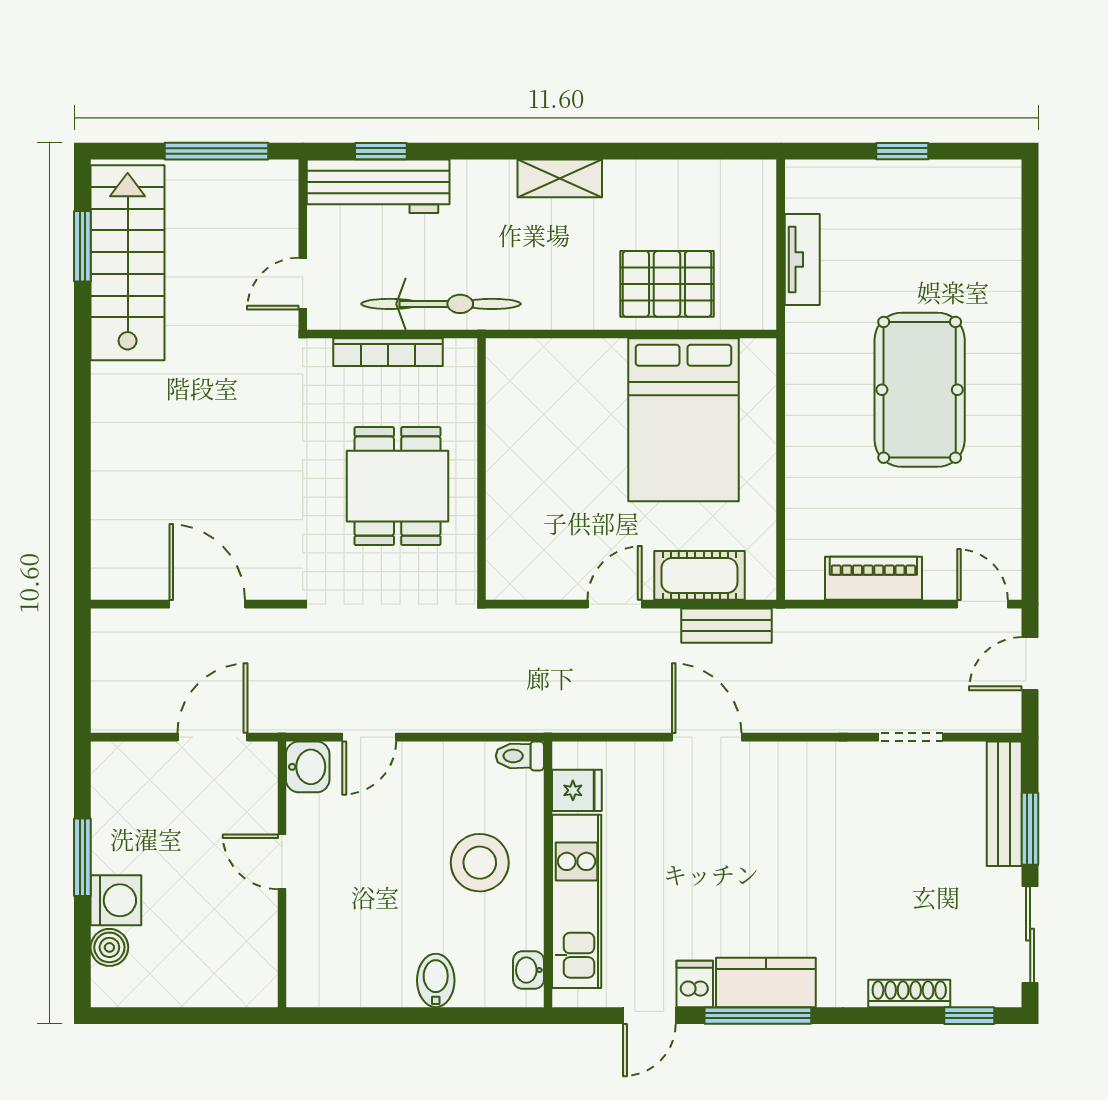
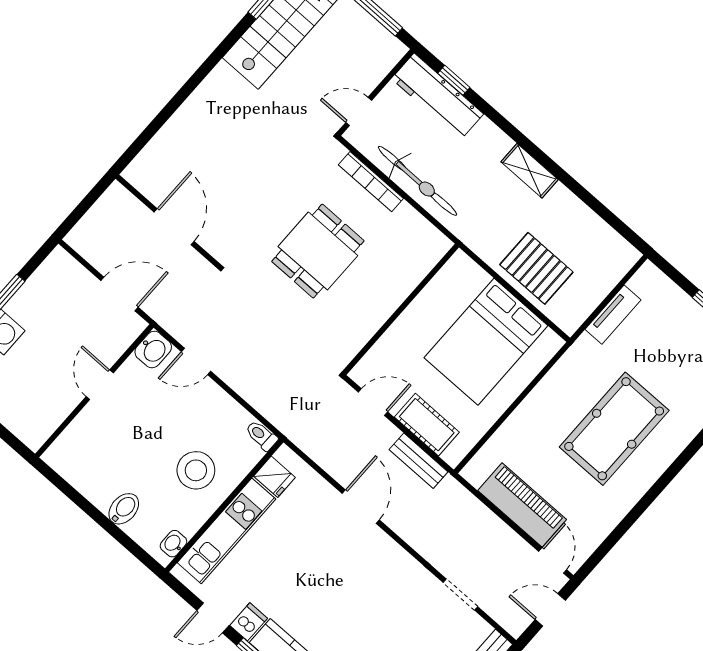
wall: (481, 469) -> (401, 309), moved
piano: (873, 578) -> (522, 505), width x1.37, depth x1.33

